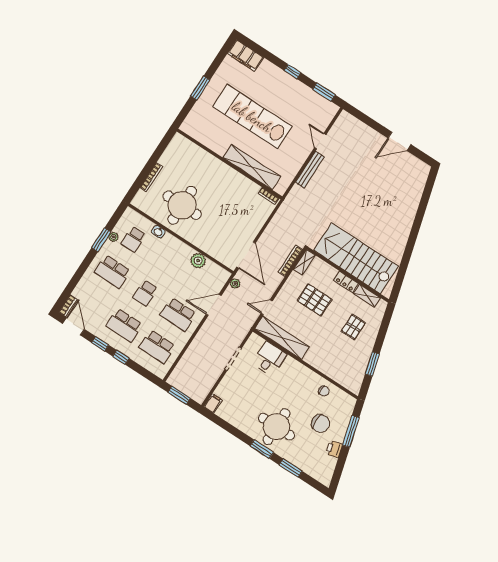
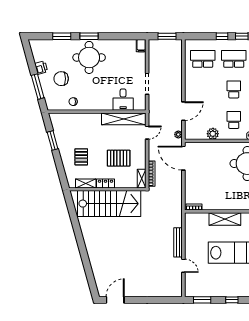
door: (399, 141) -> (115, 300), moved
shelving: (252, 167) -> (225, 219), width x0.68
school desk: (178, 314) -> (234, 120), moved, width x0.54

